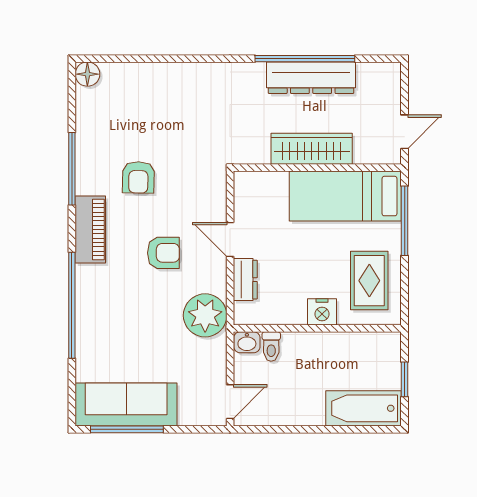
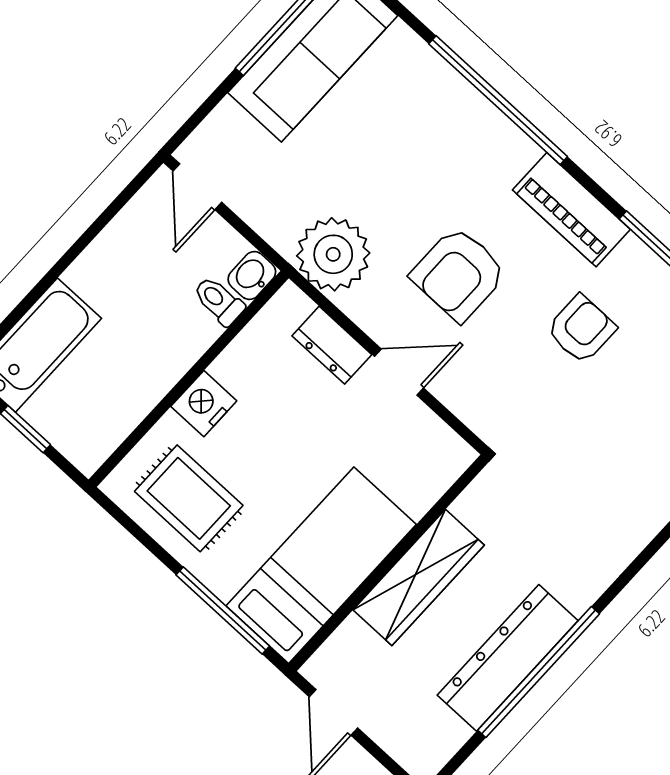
armchair: (138, 177) -> (581, 329), turned 89
armchair: (163, 253) -> (459, 274), width x1.38, depth x1.38

